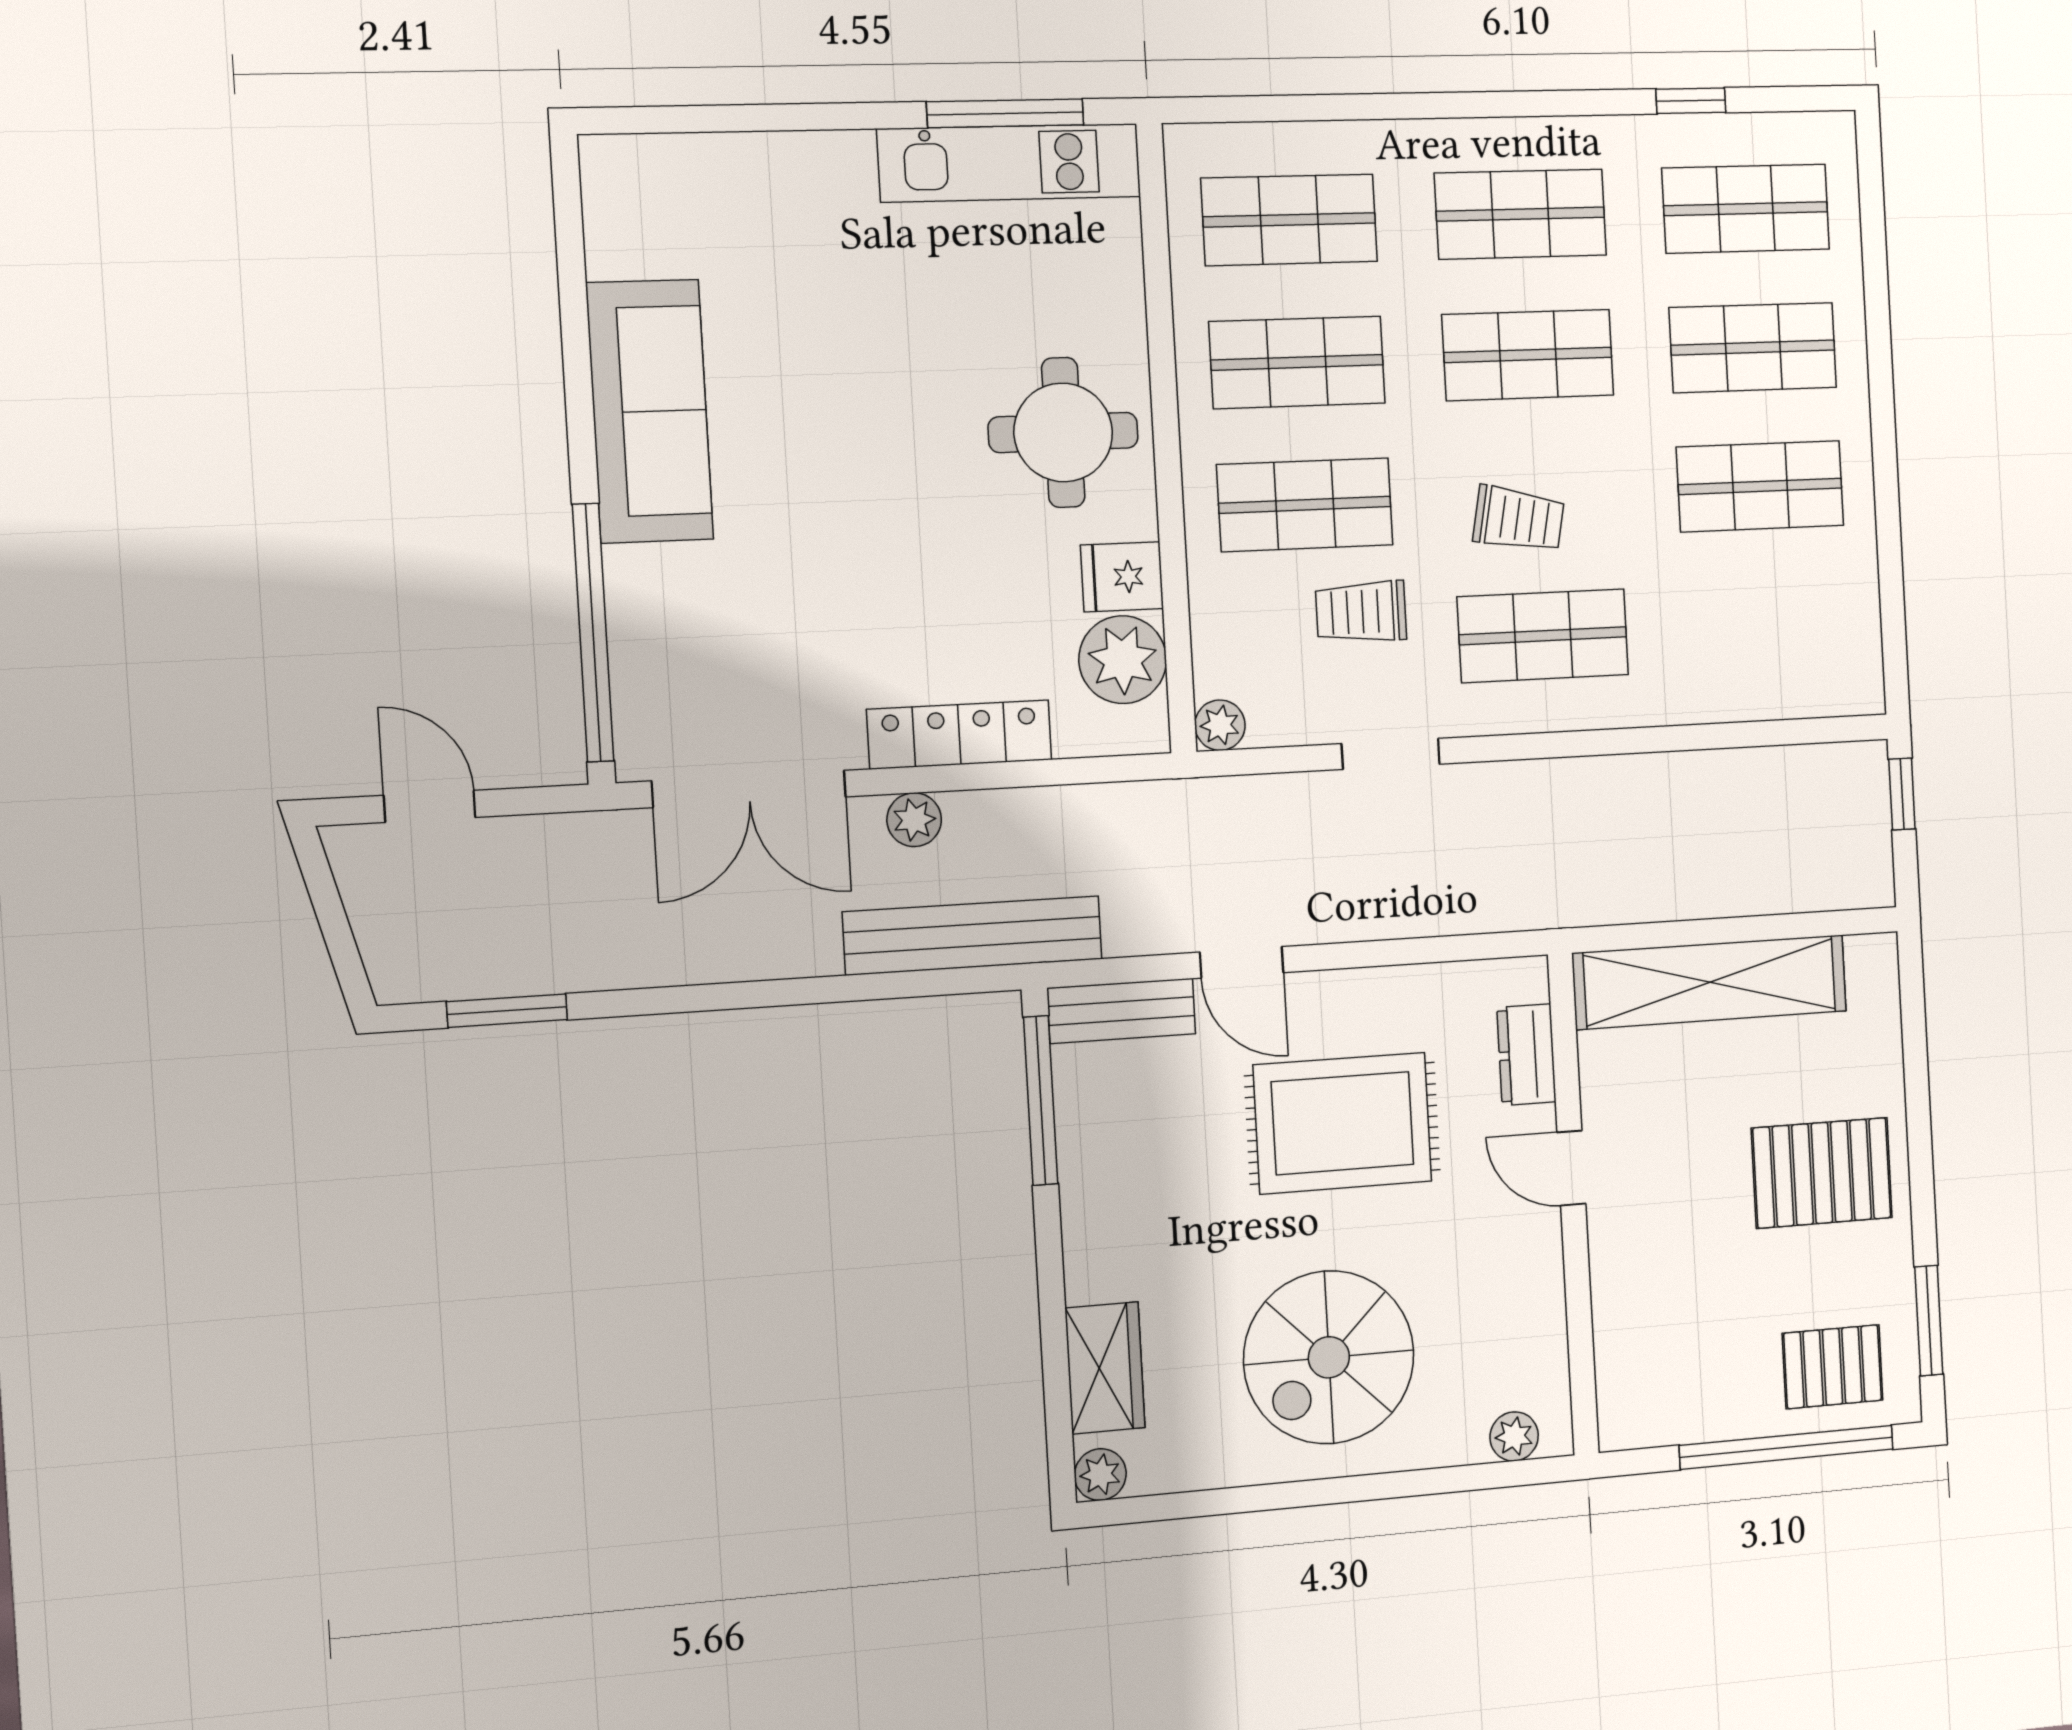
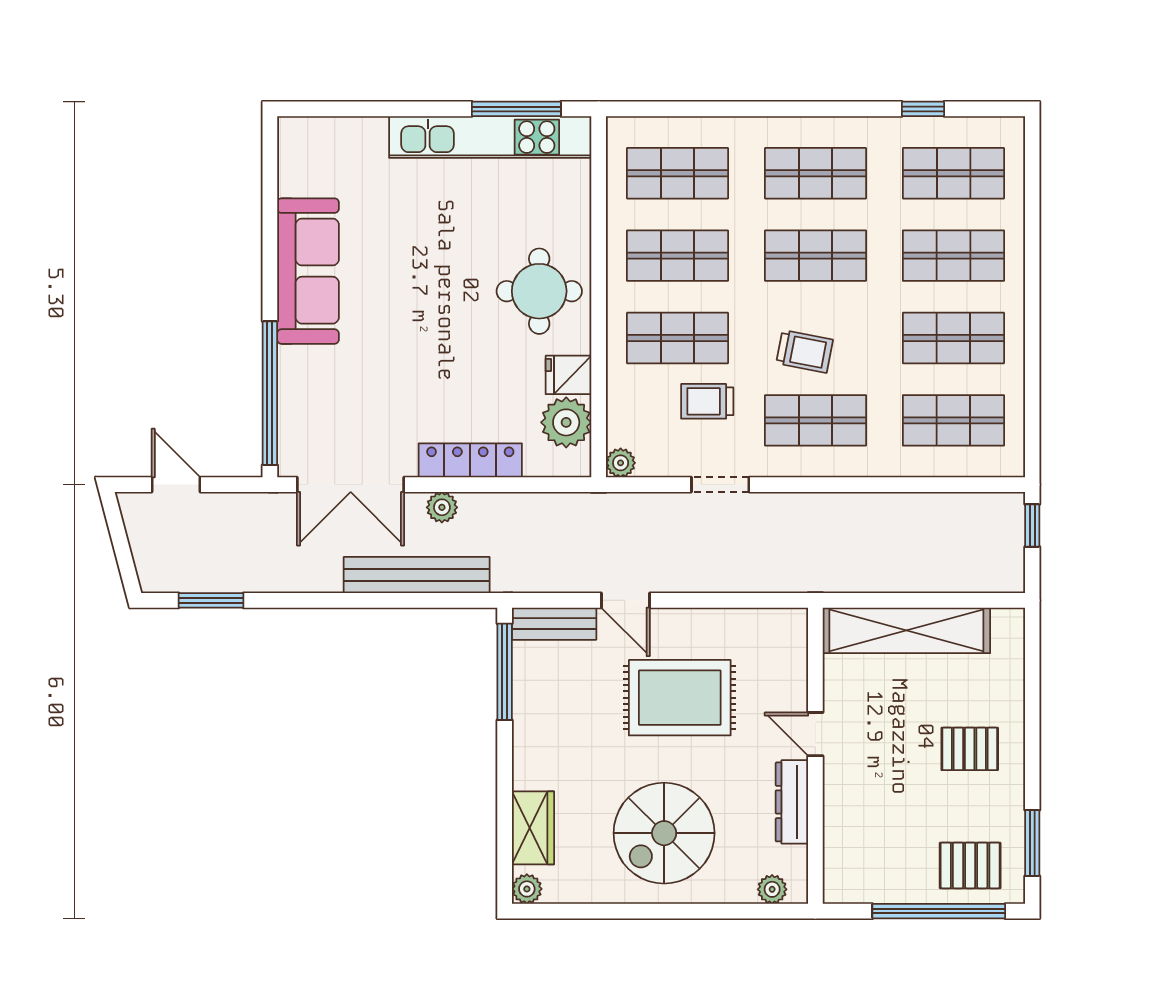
kitchen unit: (1010, 163) -> (490, 137), width x1.36
shop shelf: (1767, 625) -> (953, 420), added
bench: (973, 935) -> (417, 575), moved
dresser: (1526, 1055) -> (792, 802), moved, width x1.44
pallet: (1822, 1173) -> (970, 749), width x0.67, depth x0.71

